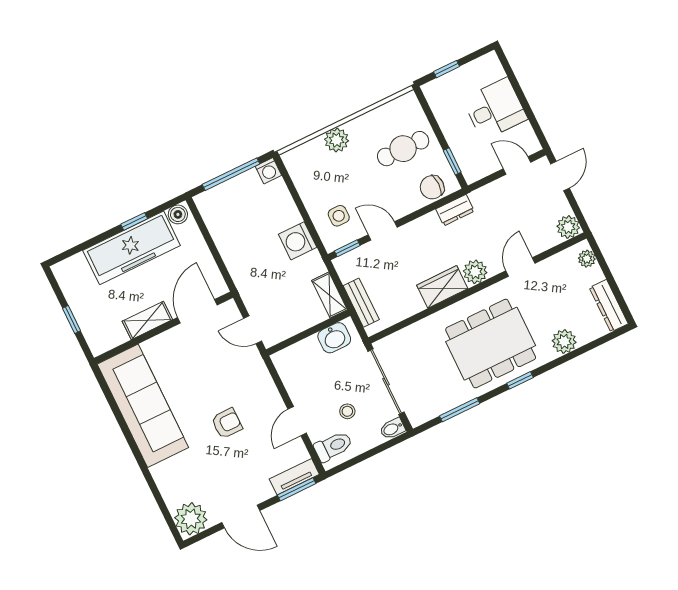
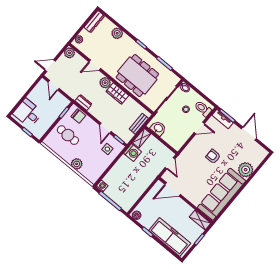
desk: (495, 109) -> (28, 113), moved
washing machine: (298, 241) -> (133, 152), moved
freezer: (132, 248) -> (170, 237), moved
shelving: (147, 320) -> (200, 220), moved
dining table: (491, 344) -> (137, 76), moved
plant: (191, 519) -> (246, 170), moved

